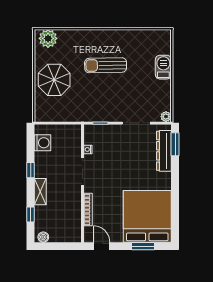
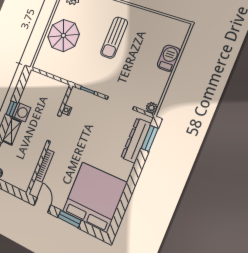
sun lounger: (106, 65) -> (114, 38), turned -89
washing machine: (42, 143) -> (21, 112), moved
window: (143, 246) -> (69, 219), moved

